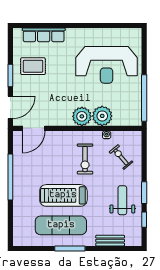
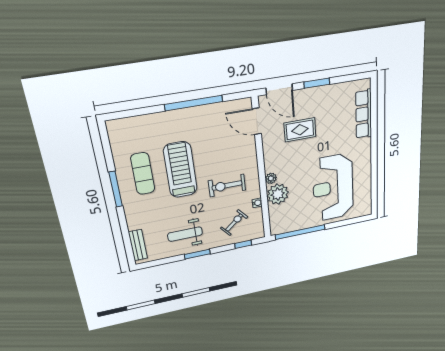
rug: (33, 66) -> (300, 130), moved, turned 90
plant: (82, 116) -> (271, 178), width x0.53, depth x0.53
weight bench: (122, 200) -> (185, 234), turned 180
window: (144, 220) -> (243, 244), moved
exercise mat: (61, 225) -> (143, 174), width x0.73, depth x0.69
bench: (110, 241) -> (138, 245), moved

